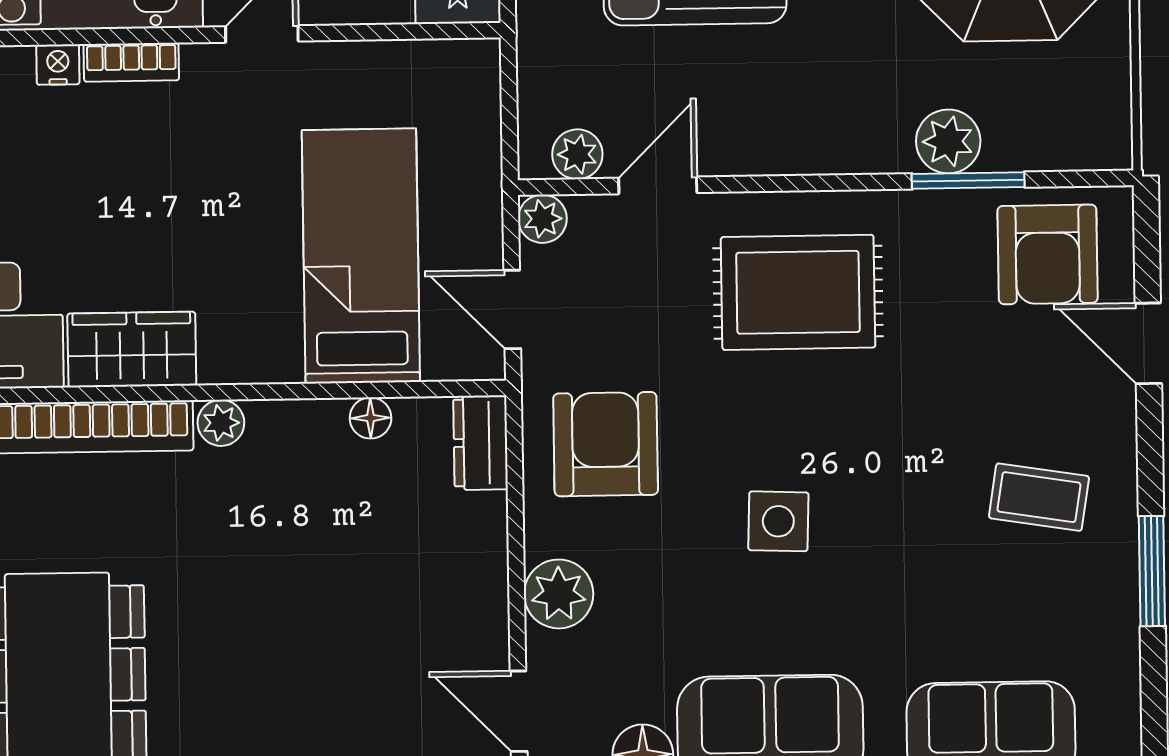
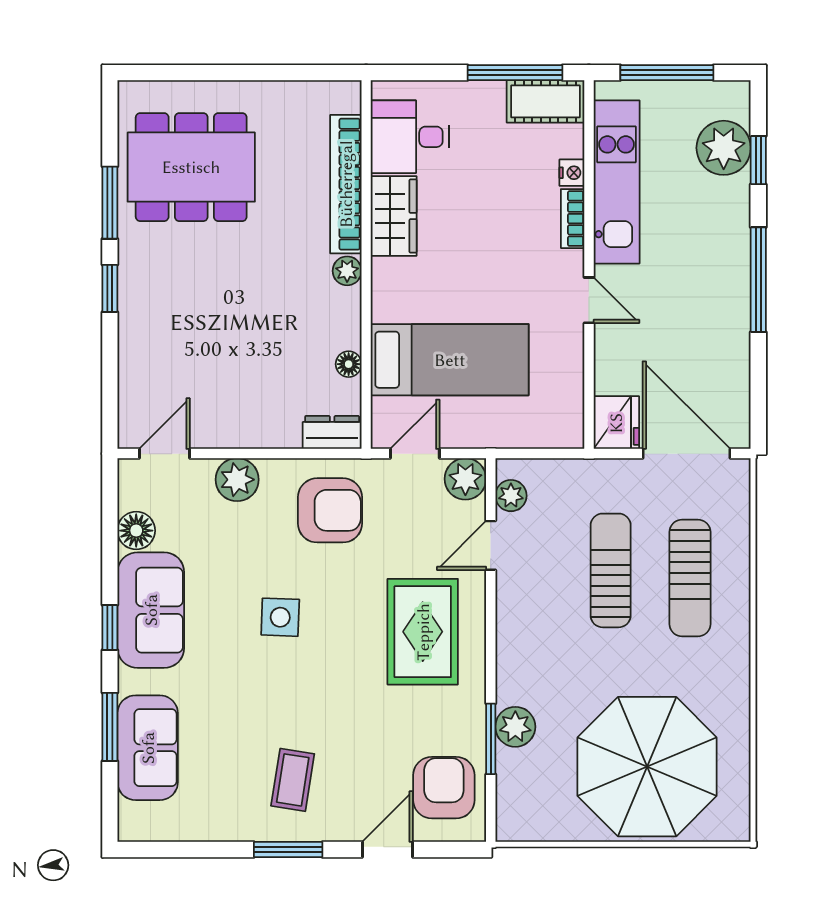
door: (658, 185) -> (491, 545), swing flipped
plant: (542, 219) -> (465, 479), width x1.38, depth x1.38
armchair: (1048, 254) -> (444, 788), turned 90
window: (1152, 571) -> (288, 850), moved

